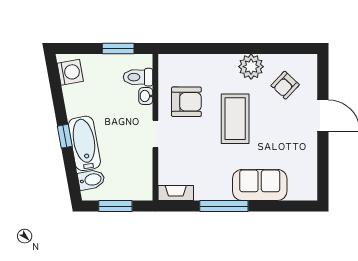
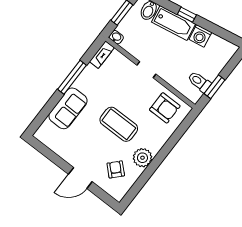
washing machine: (70, 72) -> (200, 36), moved
toilet: (138, 77) -> (199, 82), moved, turned -90
washbasin: (146, 96) -> (116, 37), moved
armchair: (186, 102) -> (165, 108), moved, turned -90

